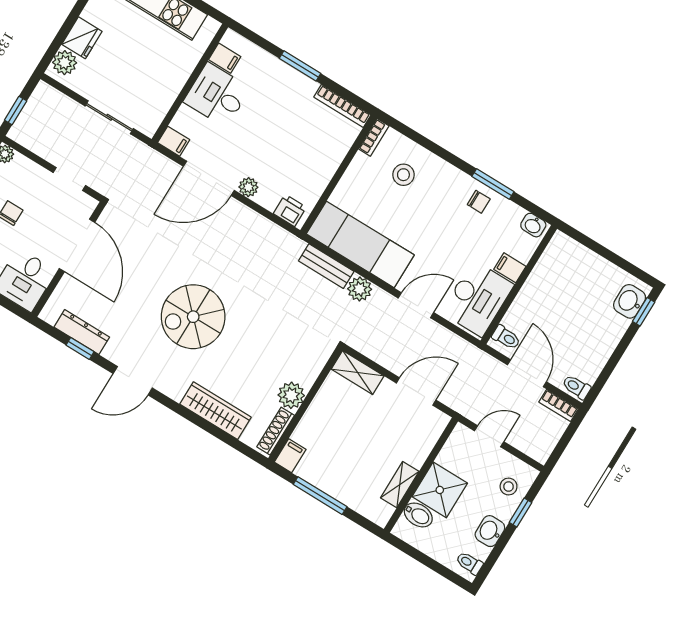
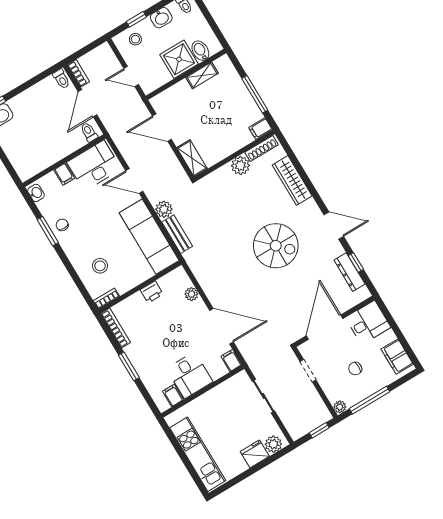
plant: (248, 187) -> (191, 294), moved
printer: (290, 210) -> (152, 292), moved, turned -90

